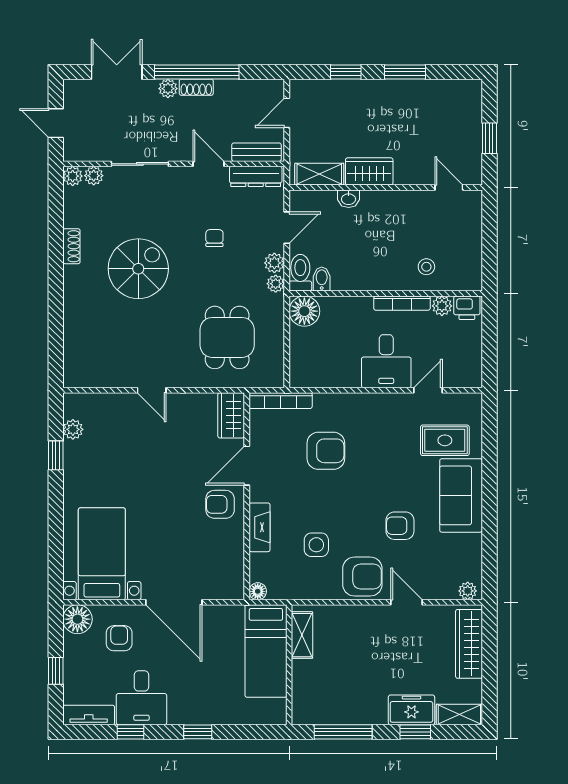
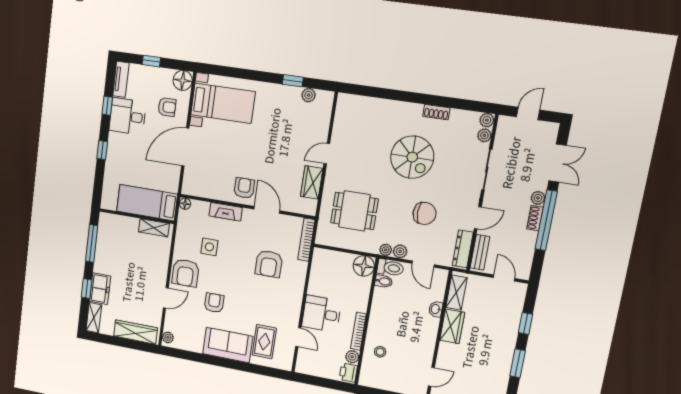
chair: (214, 238) -> (425, 213), width x1.87, depth x1.87
wardrobe: (231, 415) -> (312, 182), moved, turned -90

